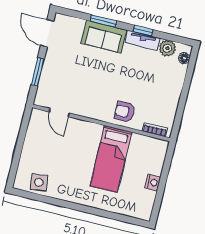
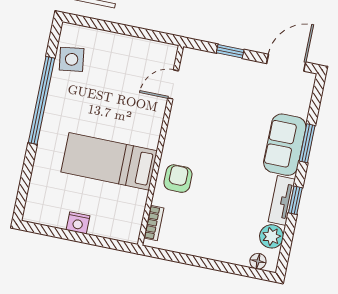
window: (38, 72) -> (230, 51), width x0.67
window: (67, 204) -> (42, 100), added

